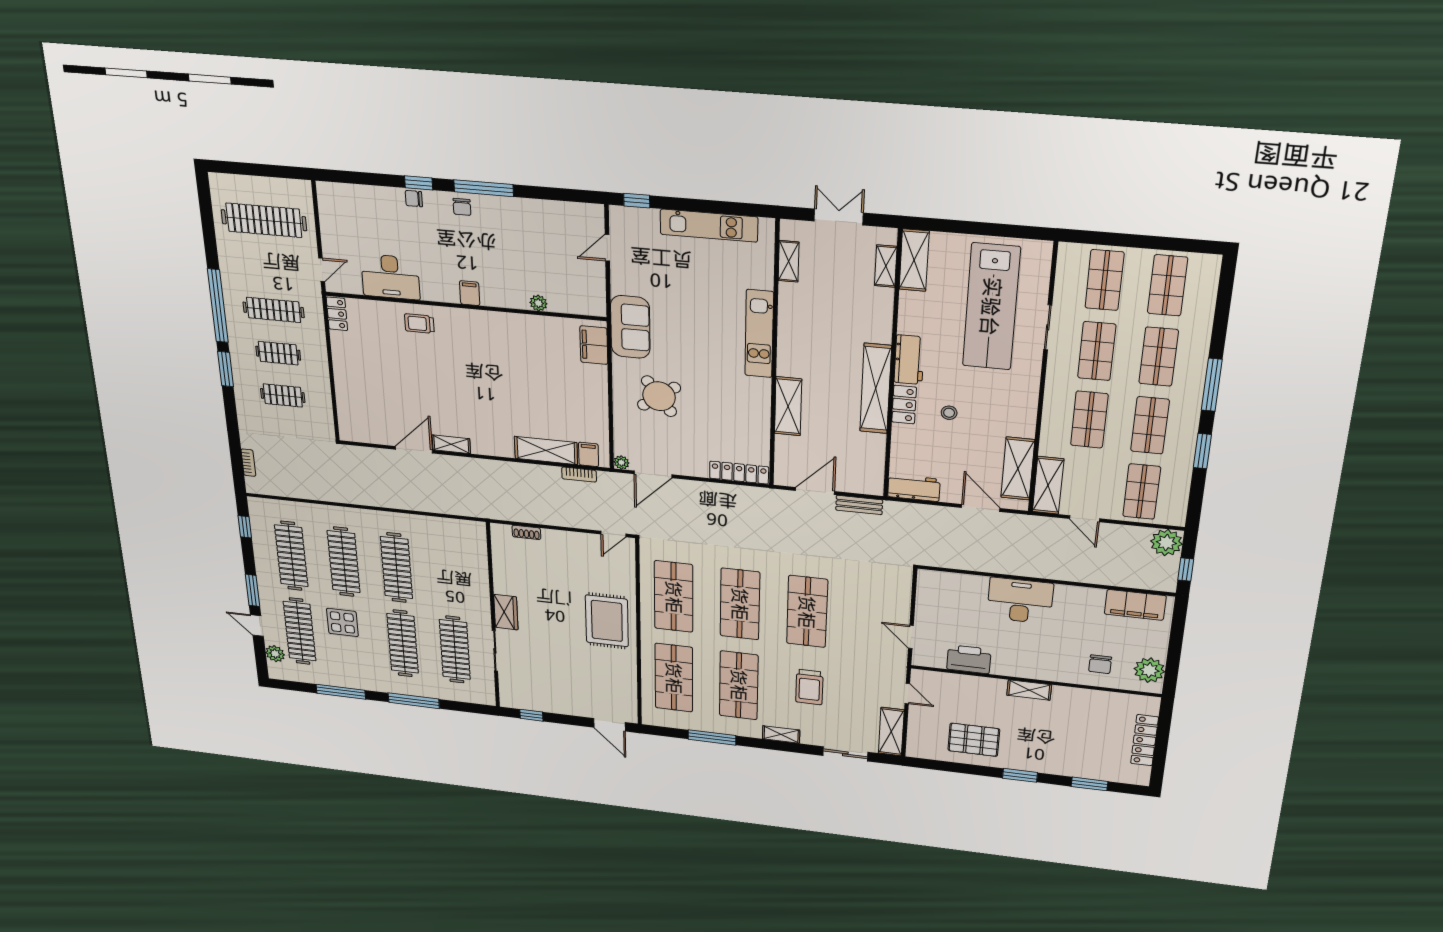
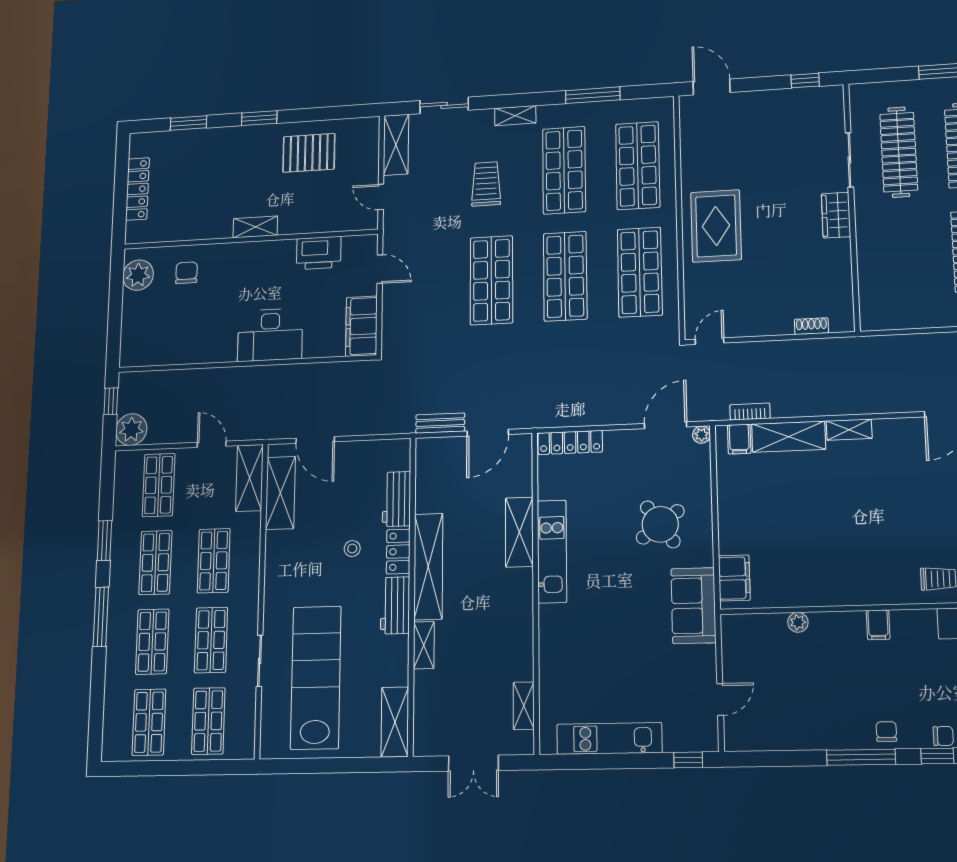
shelving: (886, 266) -> (424, 645), moved
kitchen unit: (759, 334) -> (552, 551), moved
shelving: (451, 444) -> (849, 430), moved
workbench: (914, 488) -> (397, 499), moved, turned 90
filing cabinet: (1135, 605) -> (362, 326), moved, turned -90

